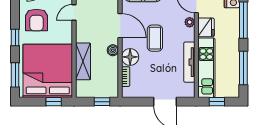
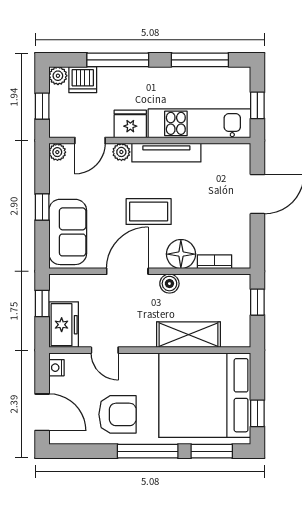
window: (15, 38) -> (148, 451), width x2.17
tv unit: (189, 62) -> (166, 153), moved
window: (54, 102) -> (257, 413), moved

